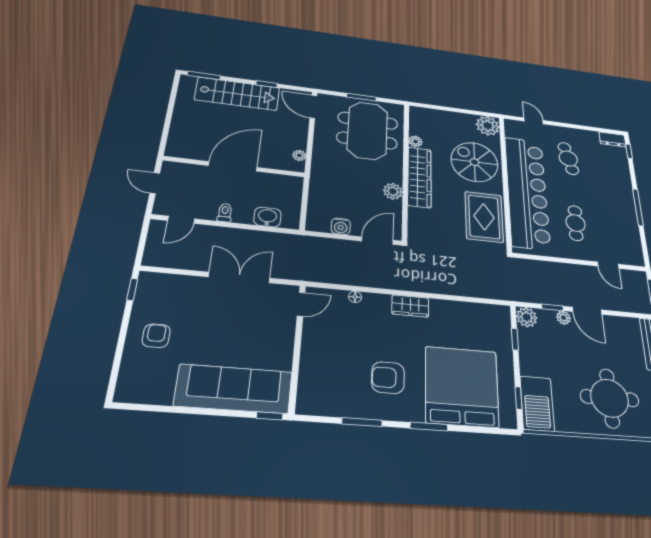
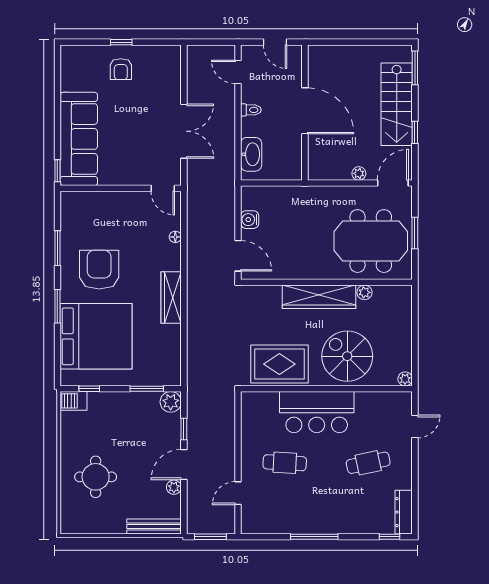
plant: (488, 126) -> (405, 379), width x0.53, depth x0.53
dresser: (612, 139) -> (404, 512), width x1.44
plant: (299, 155) -> (359, 173), moved
spiral stairs: (474, 162) -> (347, 356), turned -90
door: (155, 183) -> (275, 42), swing flipped
plant: (393, 191) -> (298, 270), removed
bar counter: (527, 192) -> (317, 412), width x0.54
washbasin: (267, 217) -> (251, 154), width x1.38
window: (132, 289) -> (121, 42), moved
wardrobe: (410, 306) -> (171, 297), width x1.50
plant: (564, 318) -> (174, 487), moved
armchair: (156, 336) -> (121, 69), turned 90
window: (515, 339) -> (147, 389), width x1.50
armchair: (388, 378) -> (99, 270), width x1.36, depth x1.36
round table: (610, 398) -> (96, 477), width x0.73, depth x0.73
barbecue: (537, 404) -> (74, 401), width x0.53, depth x0.65

